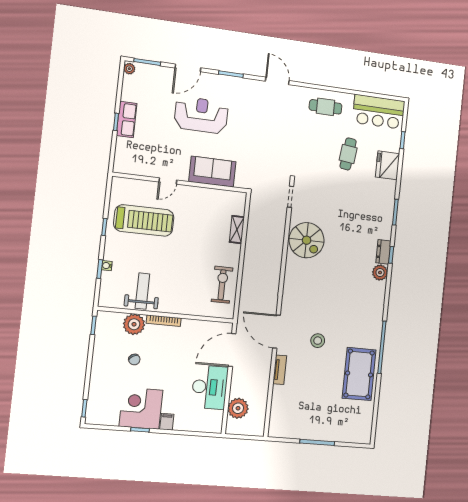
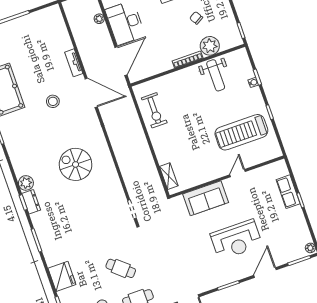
row of seats: (127, 119) -> (288, 192), moved
cafe table: (348, 154) -> (121, 268), moved, turned -56
shelving: (237, 230) -> (169, 176), moved
spiral stairs: (307, 240) -> (76, 164), moved
plant: (238, 408) -> (99, 19), width x0.53, depth x0.53

